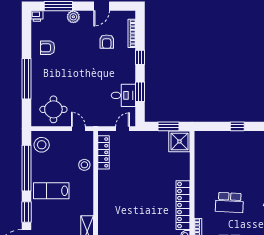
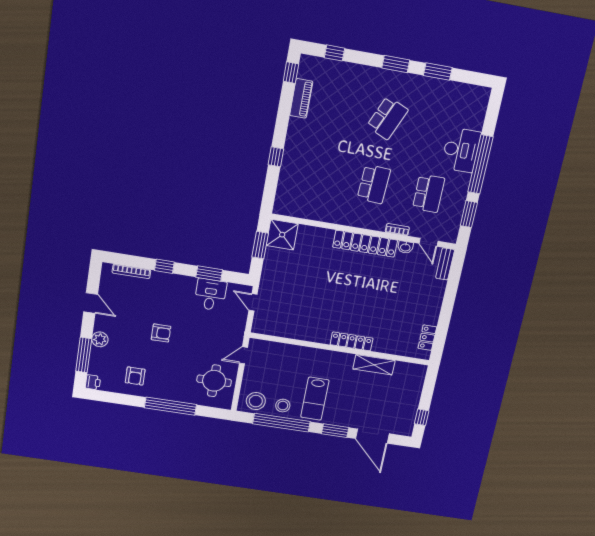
armchair: (107, 42) -> (161, 333), moved
locker: (104, 152) -> (352, 341), moved
stool: (84, 165) -> (283, 406), moved

